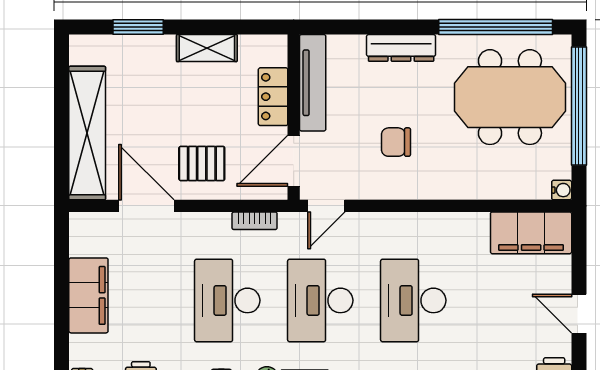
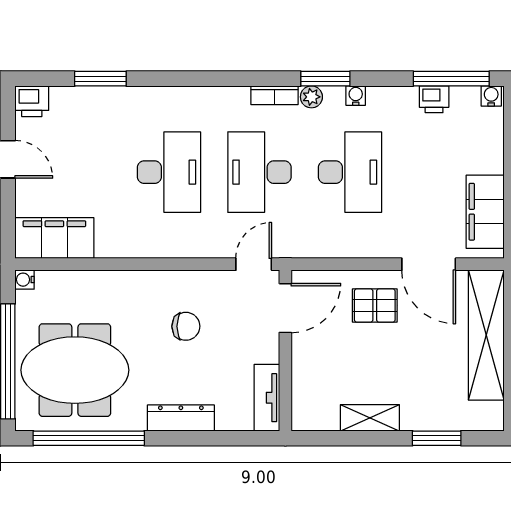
tv unit: (313, 83) -> (267, 398), width x0.71
locker: (273, 97) -> (305, 370), removed
bookcase: (255, 221) -> (323, 250), removed
filing cabinet: (88, 295) -> (485, 212), moved
desk: (320, 300) -> (259, 172), turned 180

